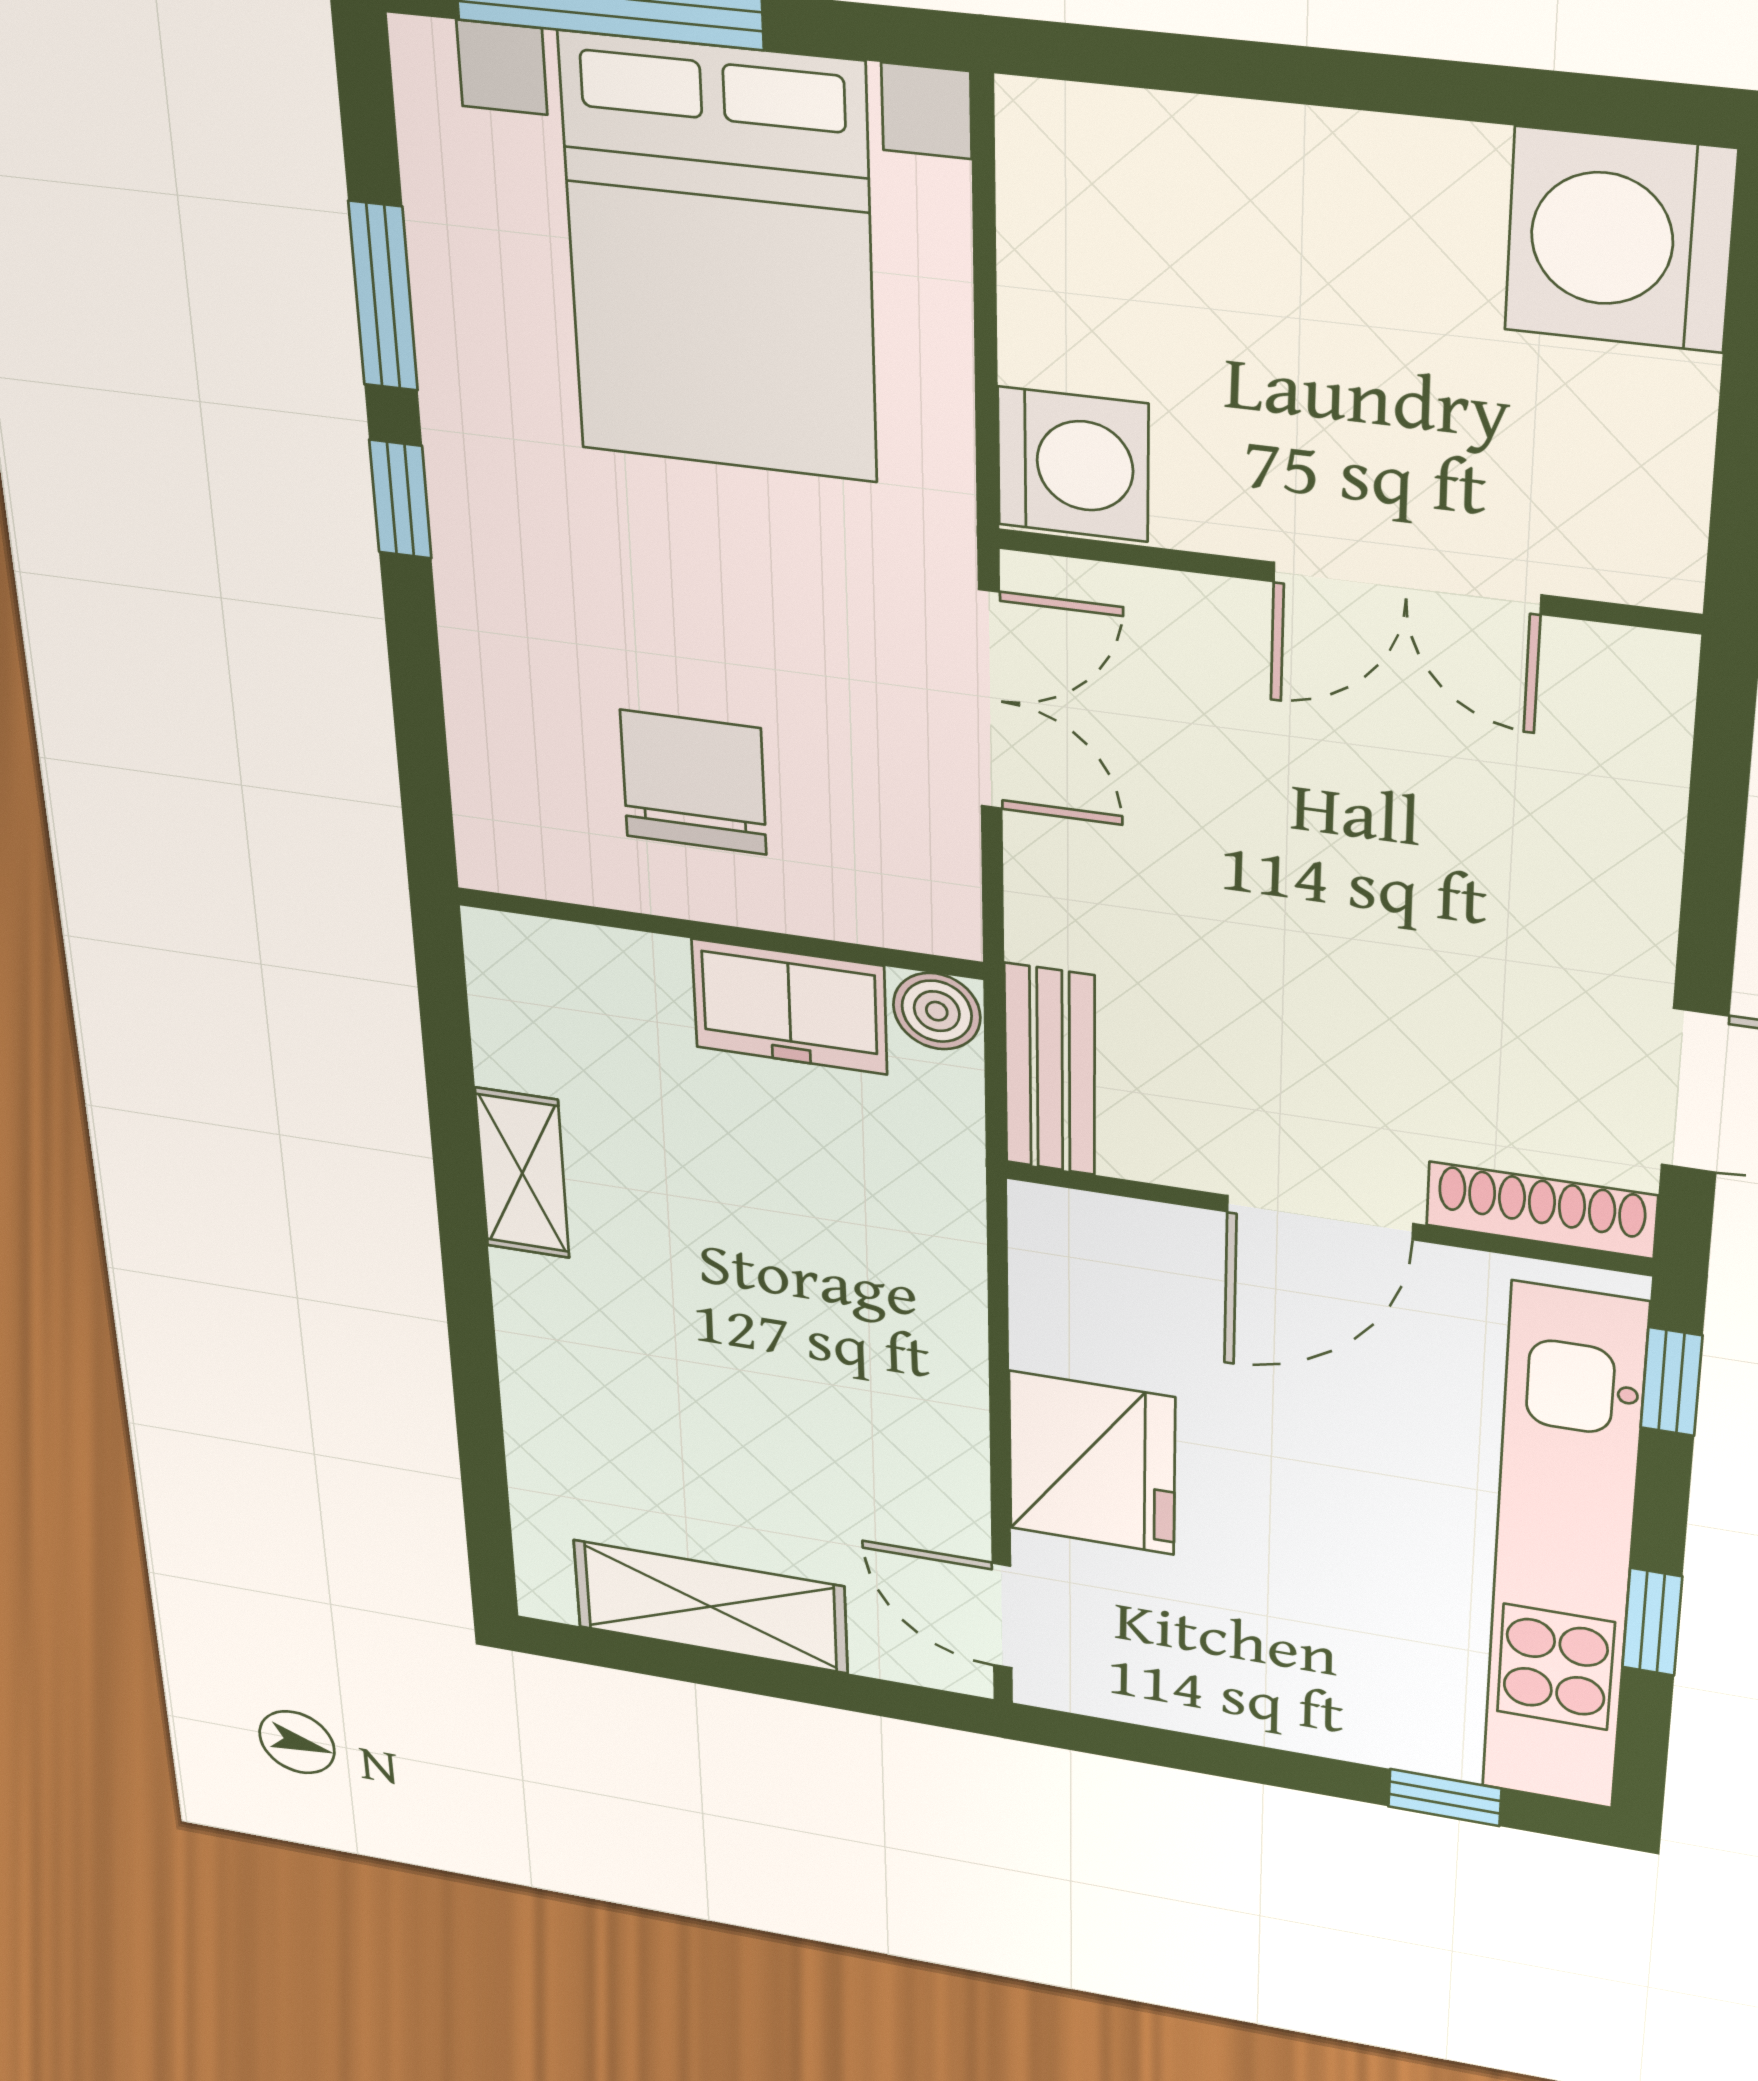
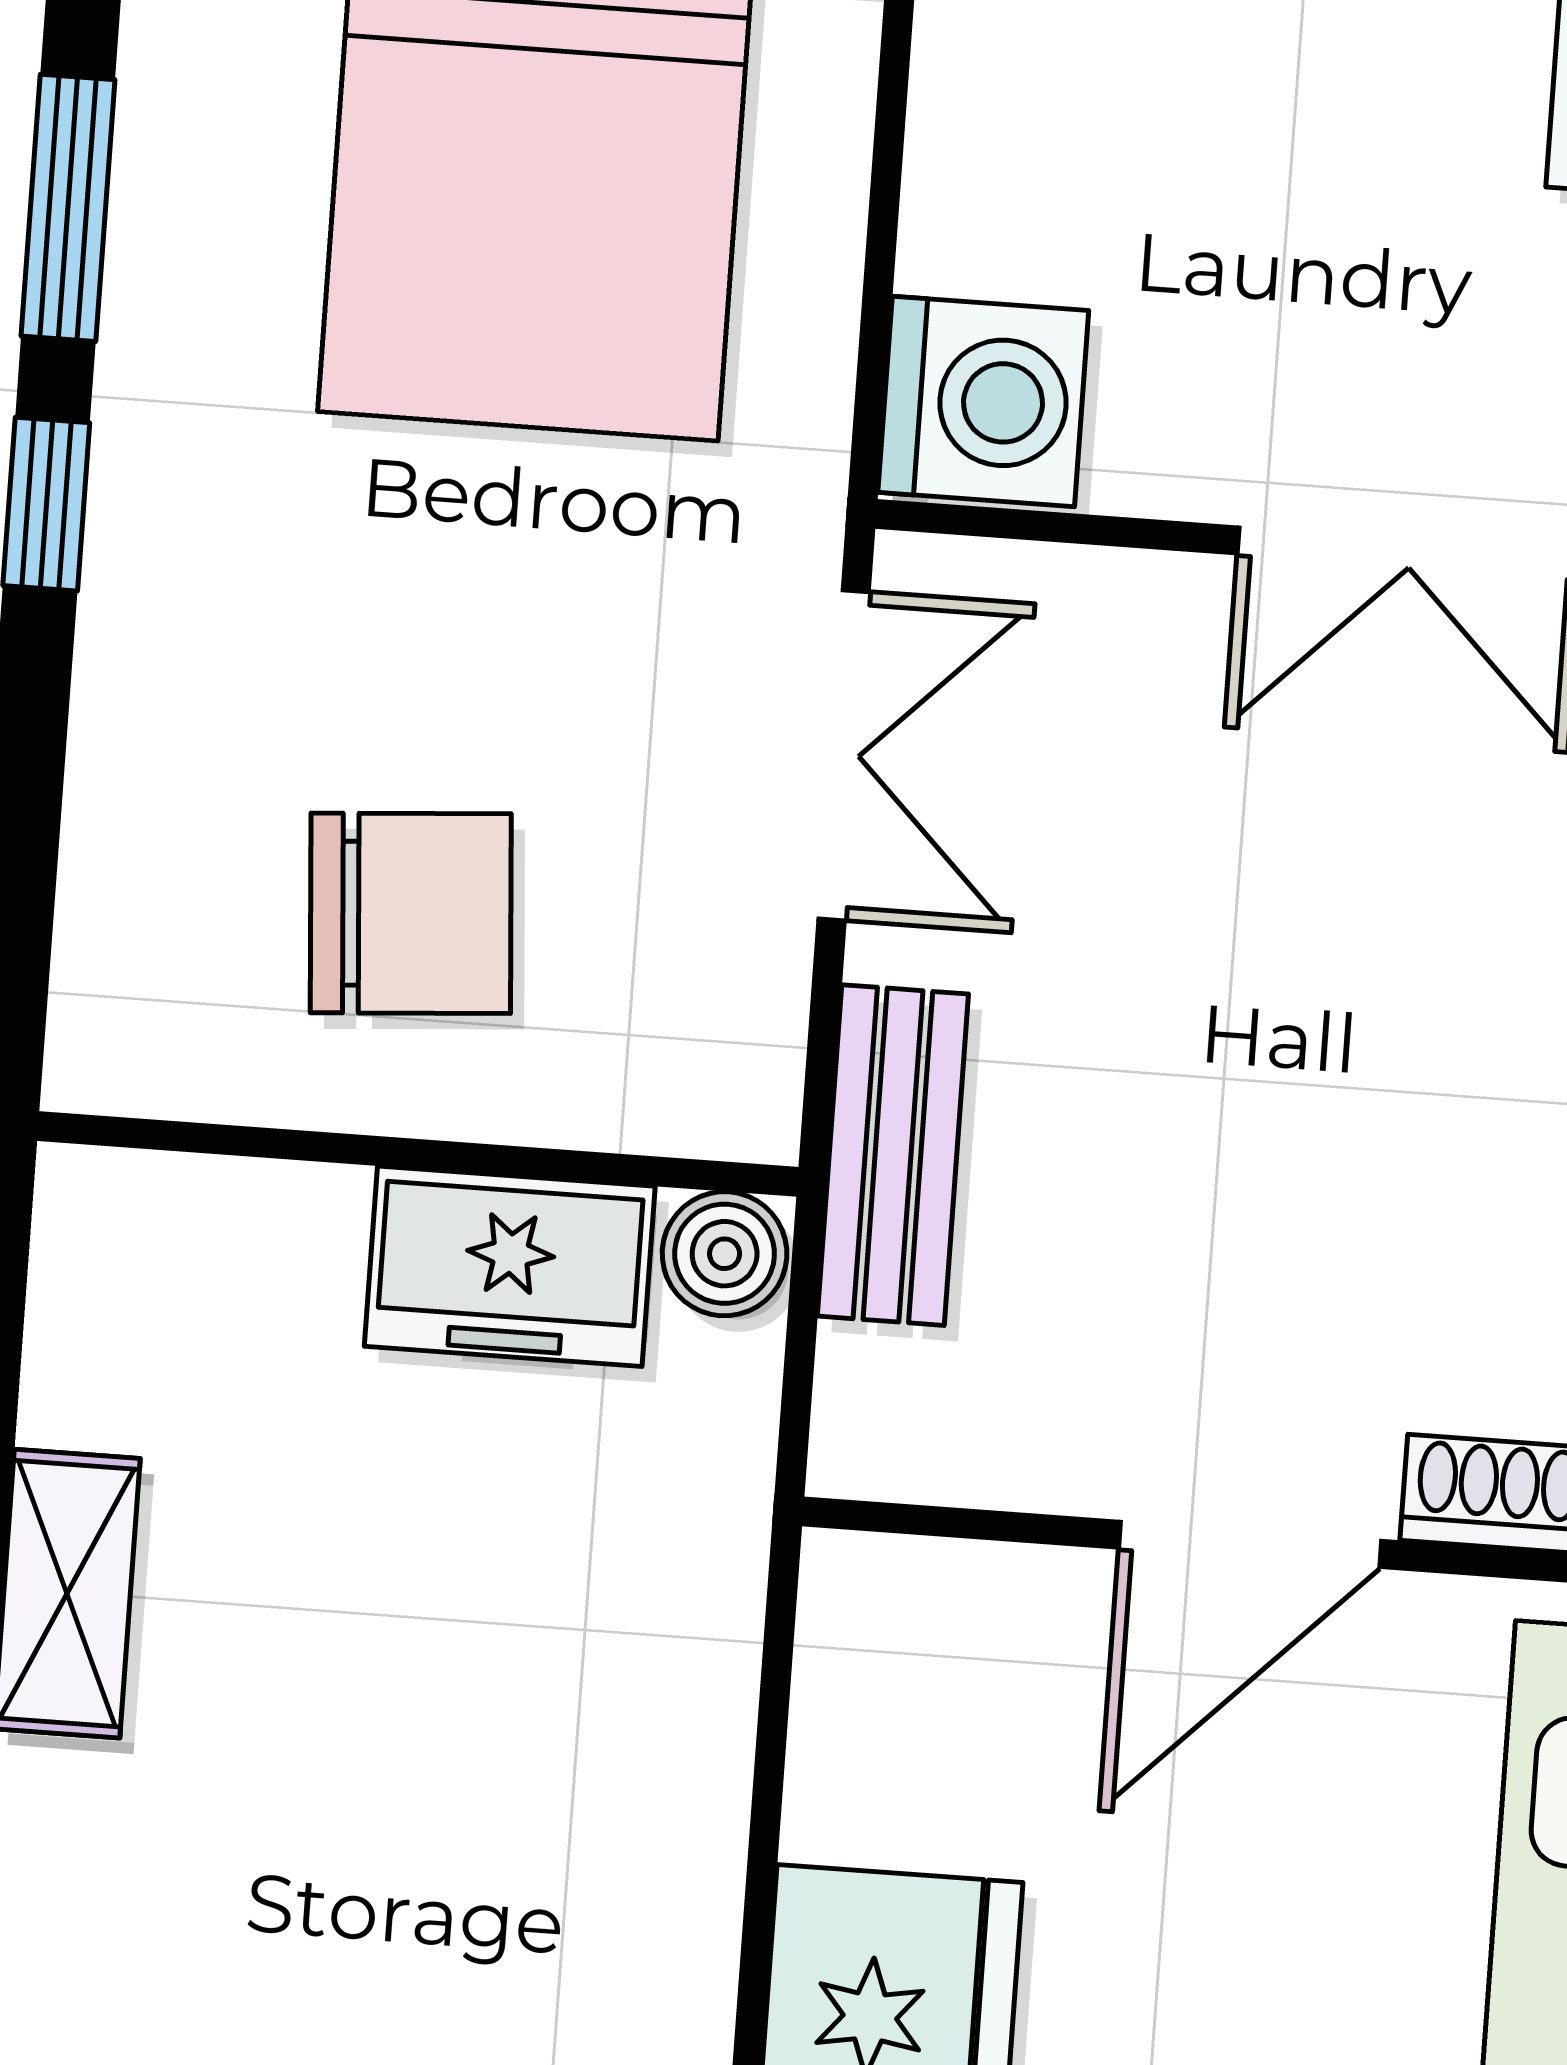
chair: (693, 782) -> (411, 913), turned 86
bench: (1050, 1070) -> (893, 1155), moved

